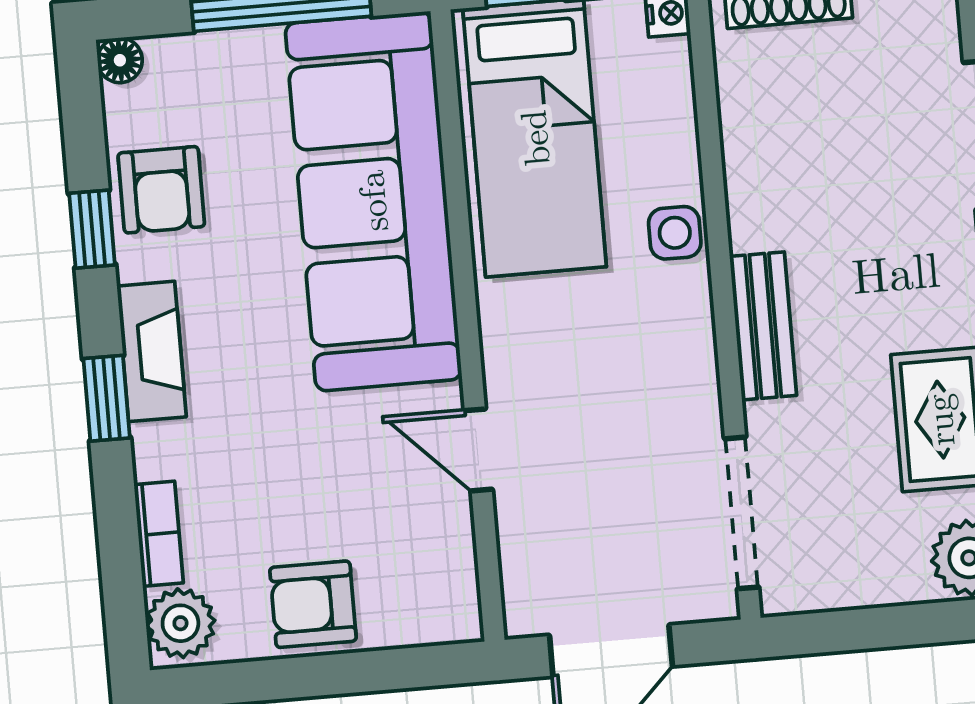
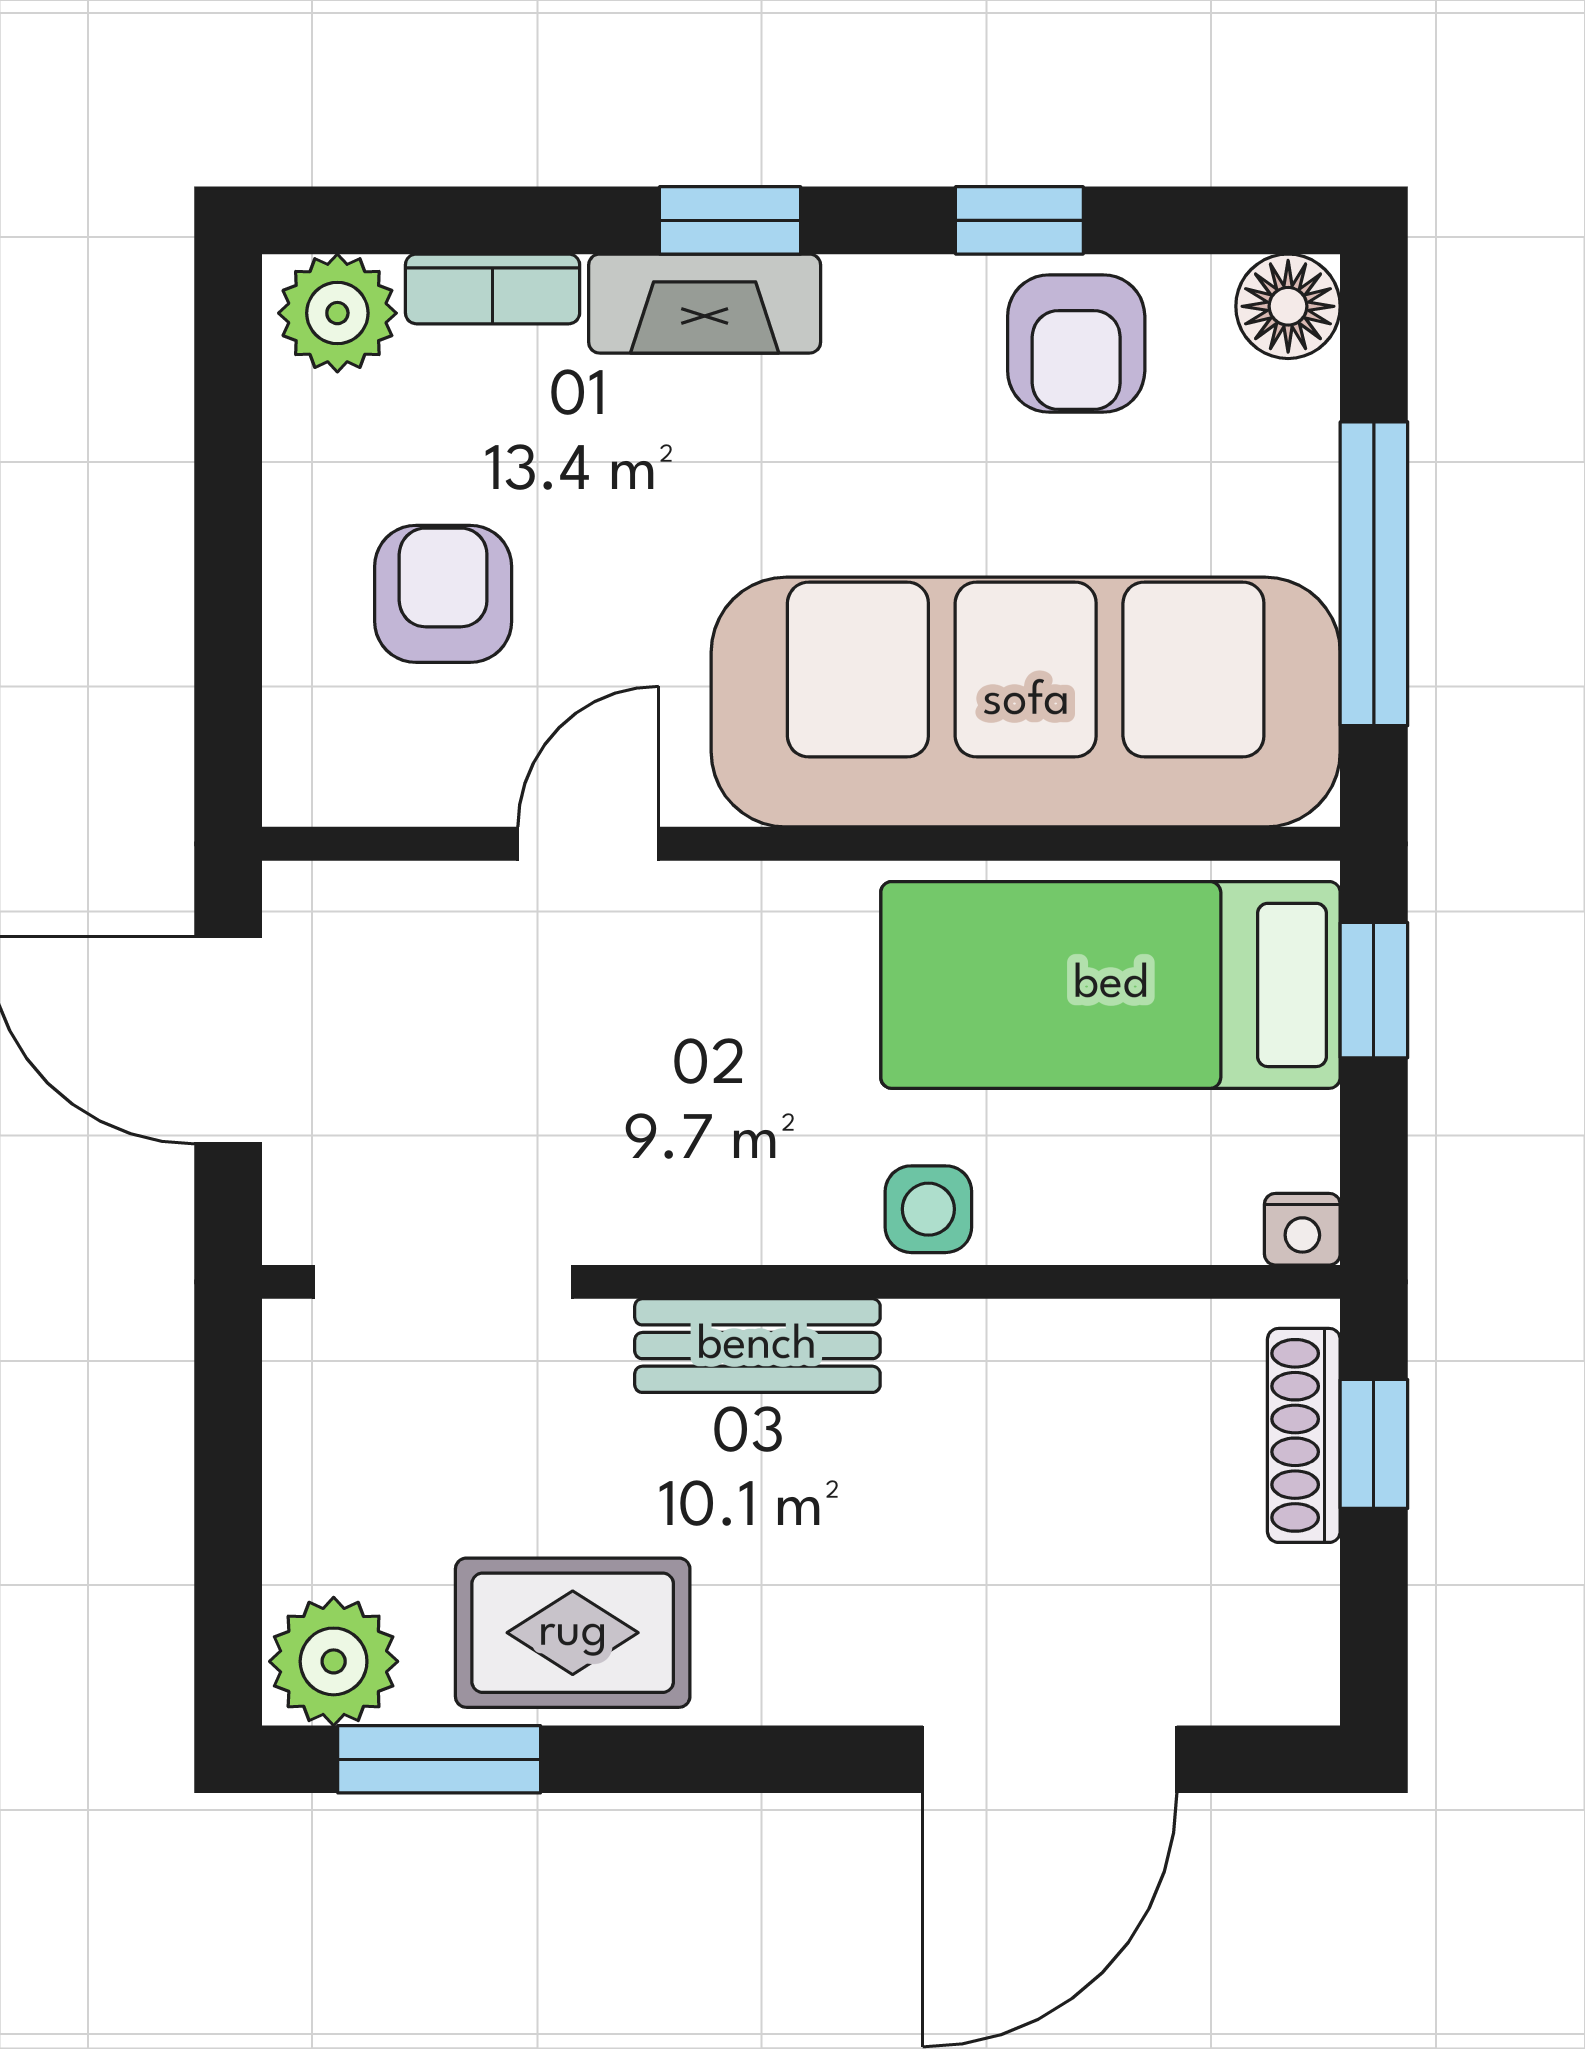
floor lamp: (120, 60) -> (1288, 306), width x1.37, depth x1.37
armchair: (161, 190) -> (1076, 344), turned -90
fireplace: (152, 351) -> (705, 304), moved
armchair: (313, 604) -> (443, 594), moved

